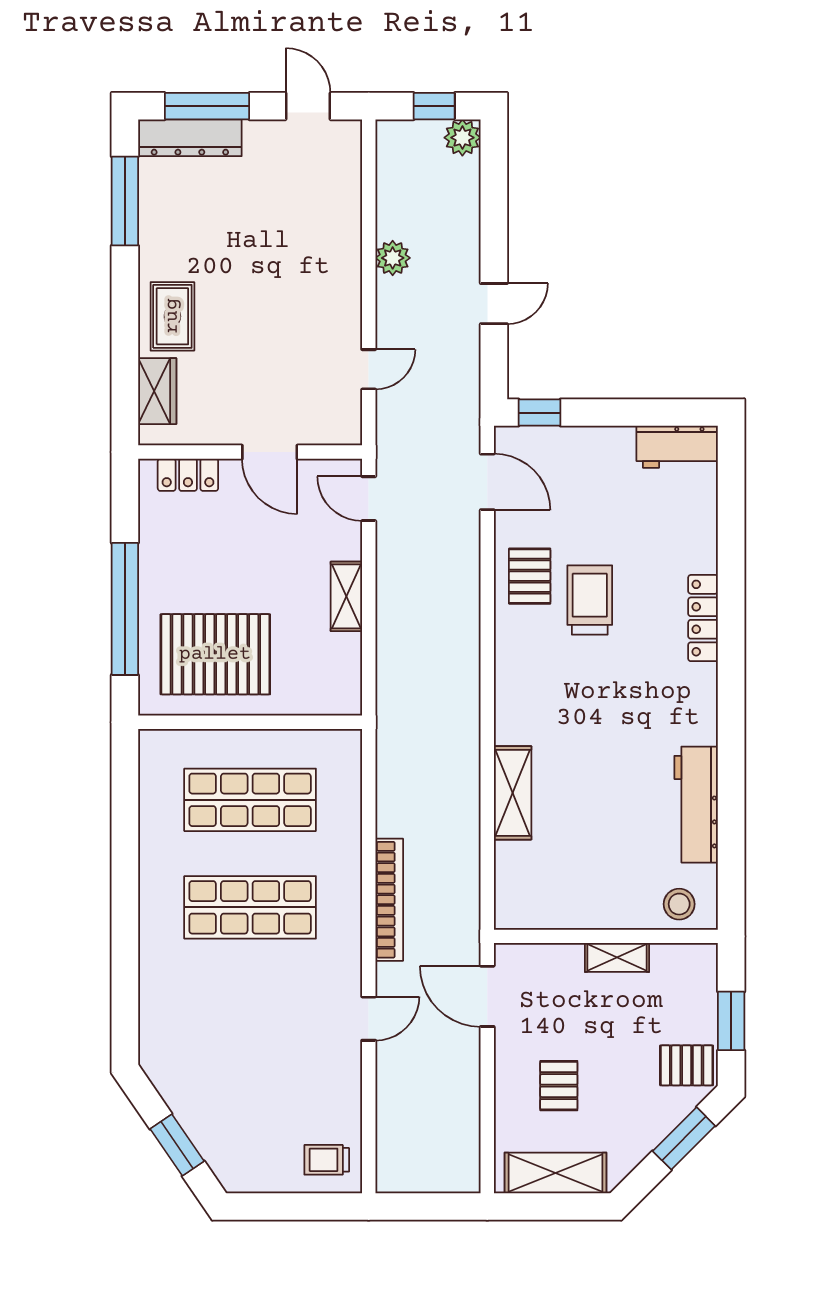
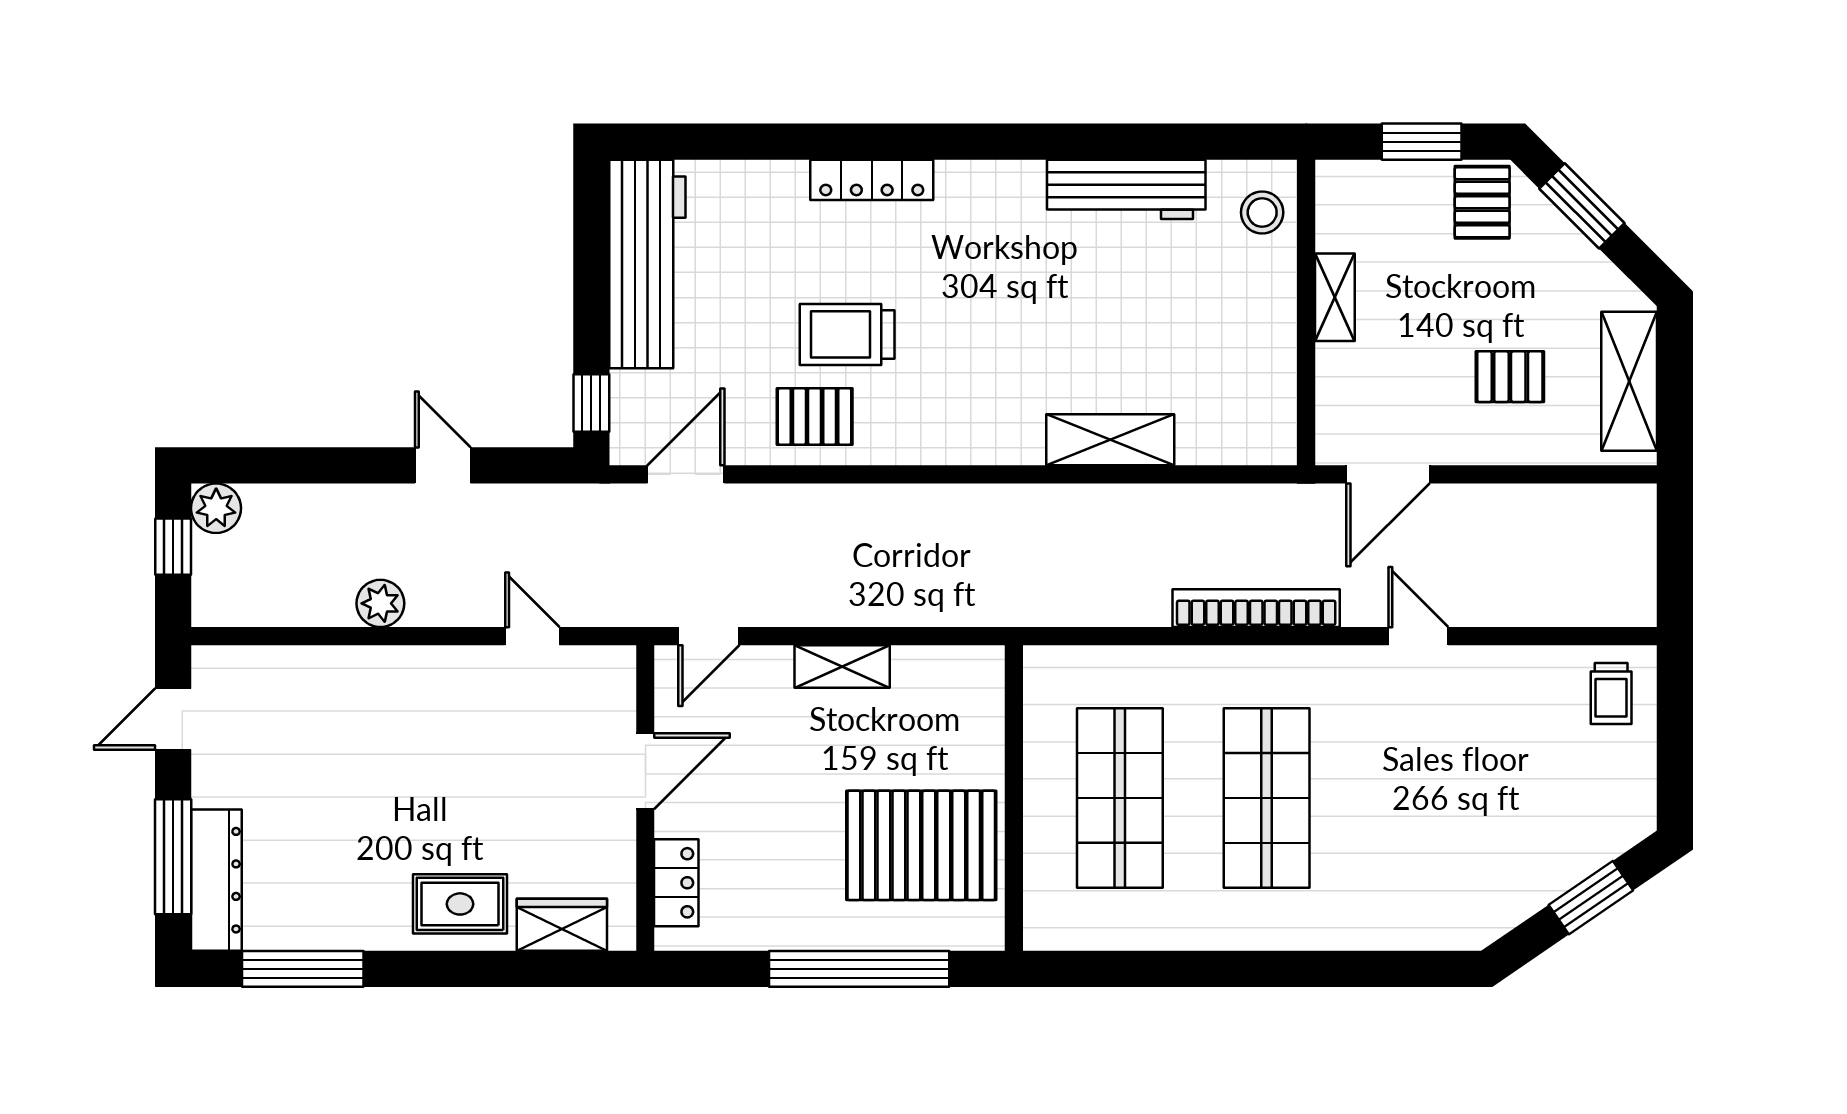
workbench: (677, 447) -> (647, 264), width x1.88, depth x1.32
pallet: (215, 654) -> (921, 845), turned 90

